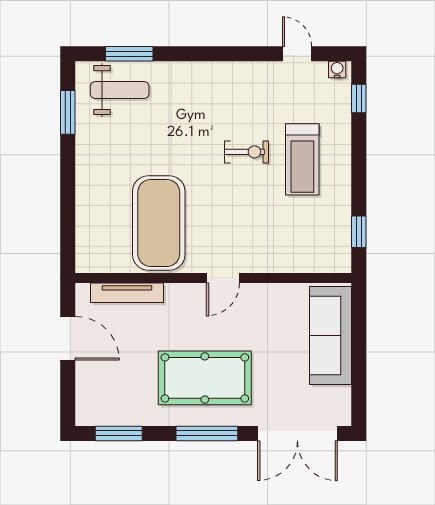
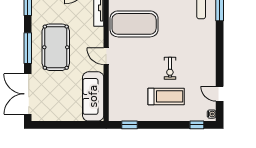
door: (297, 54) -> (220, 94), swing flipped
treadmill: (302, 159) -> (166, 96), turned 180
sofa: (331, 336) -> (93, 96), moved, turned -90

